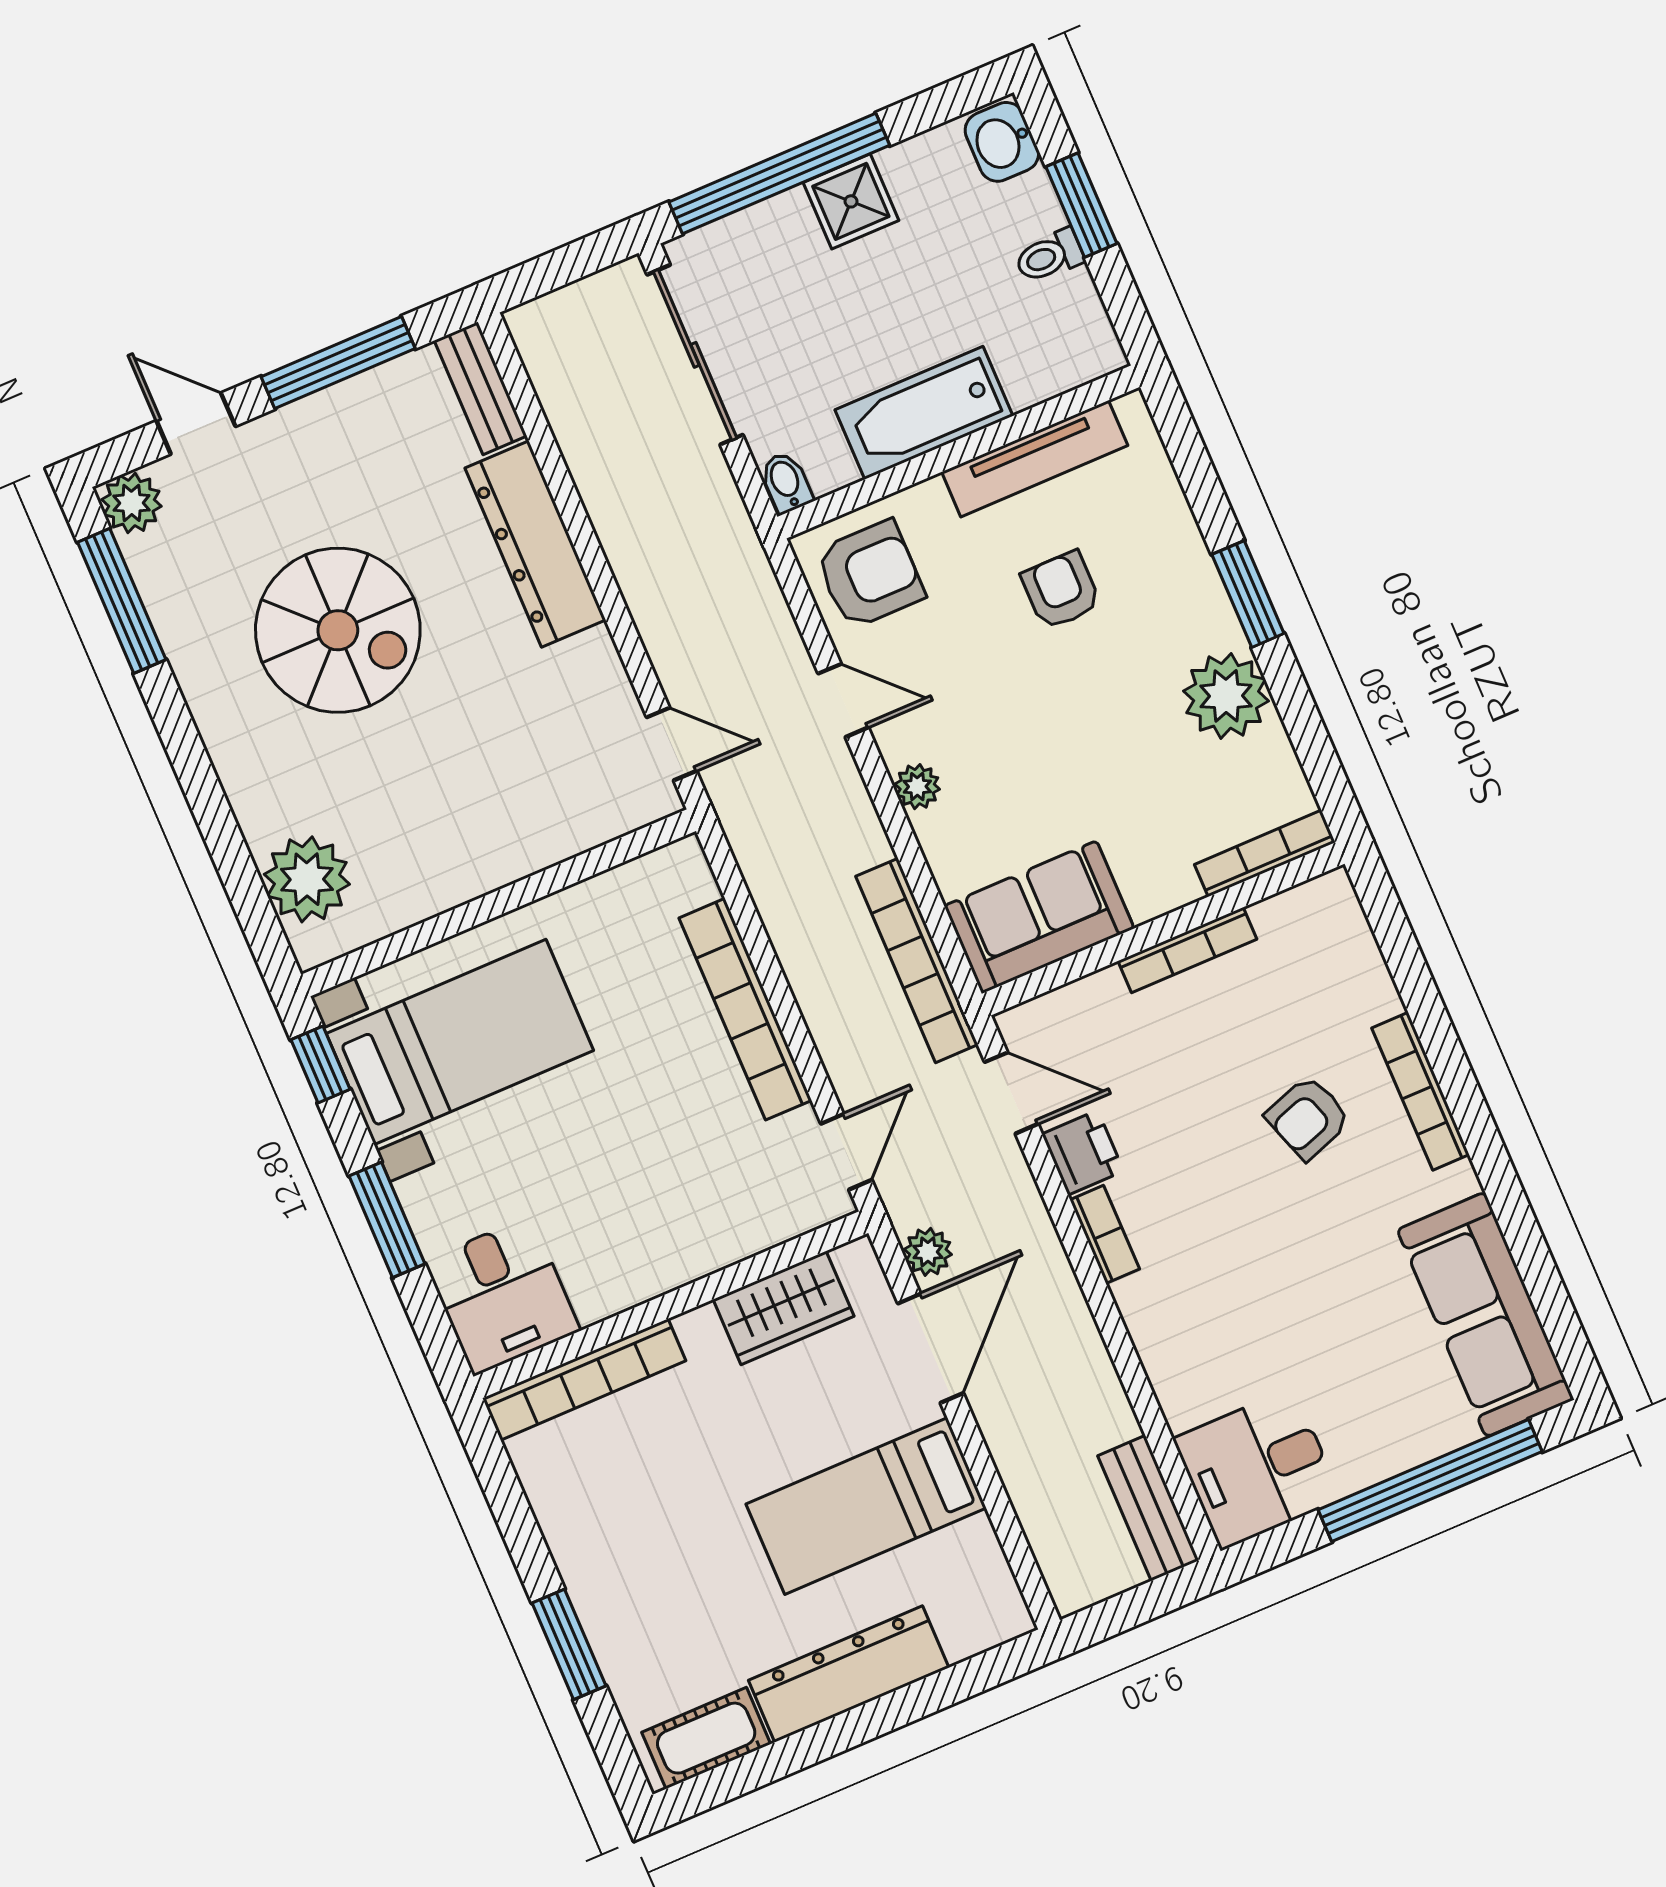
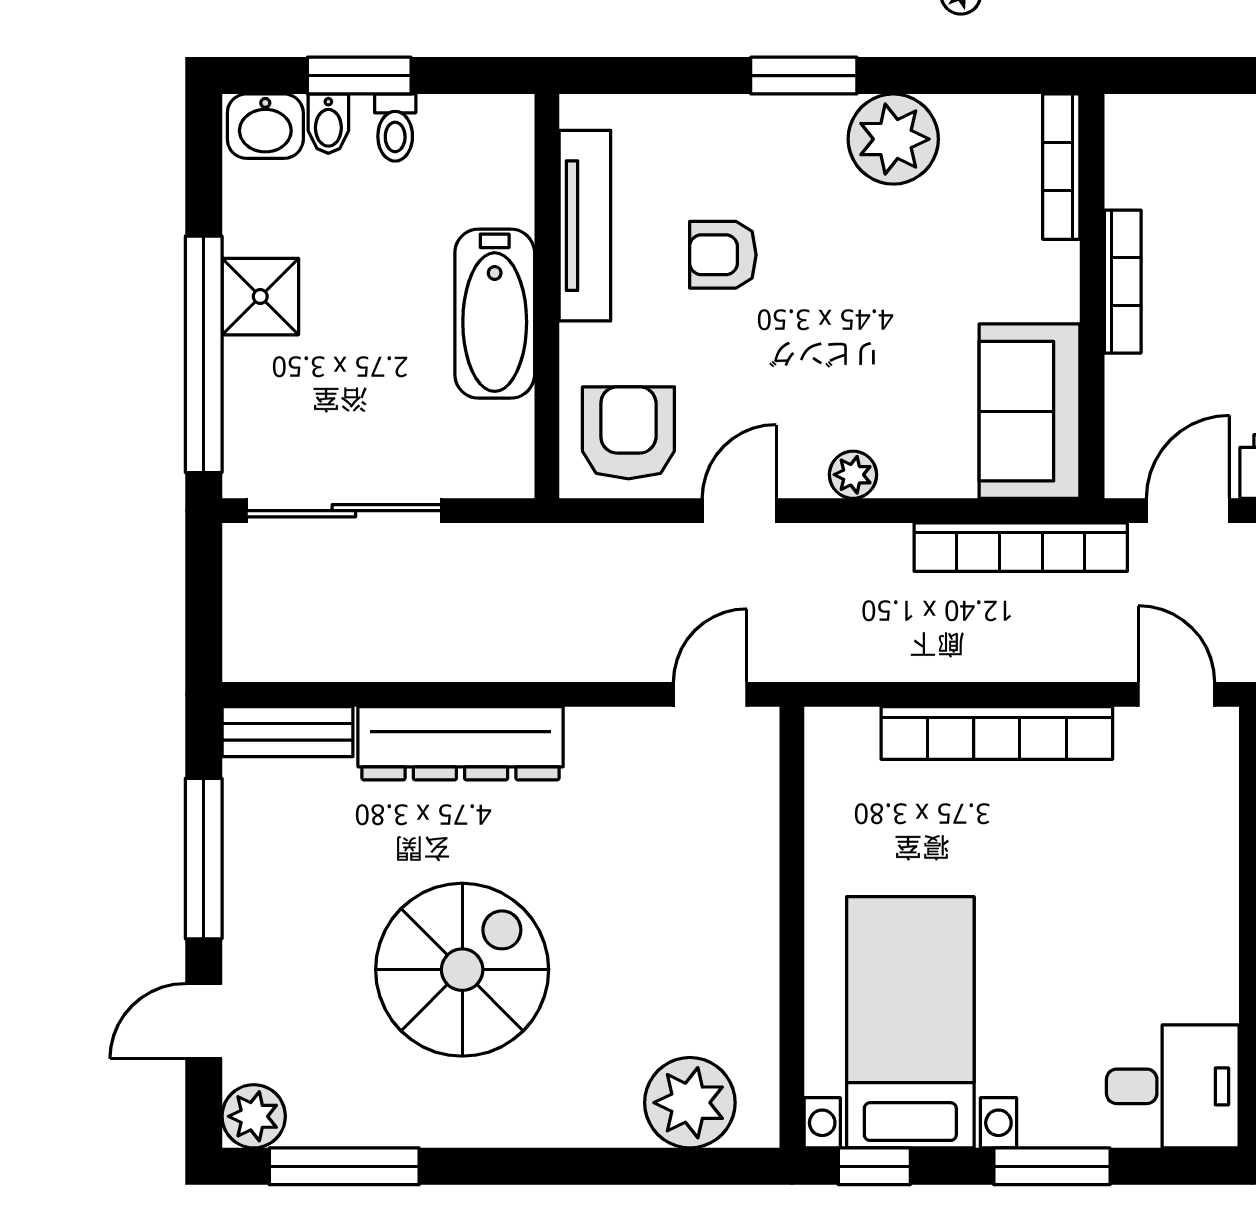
bidet: (786, 482) -> (328, 124), moved, turned -90

